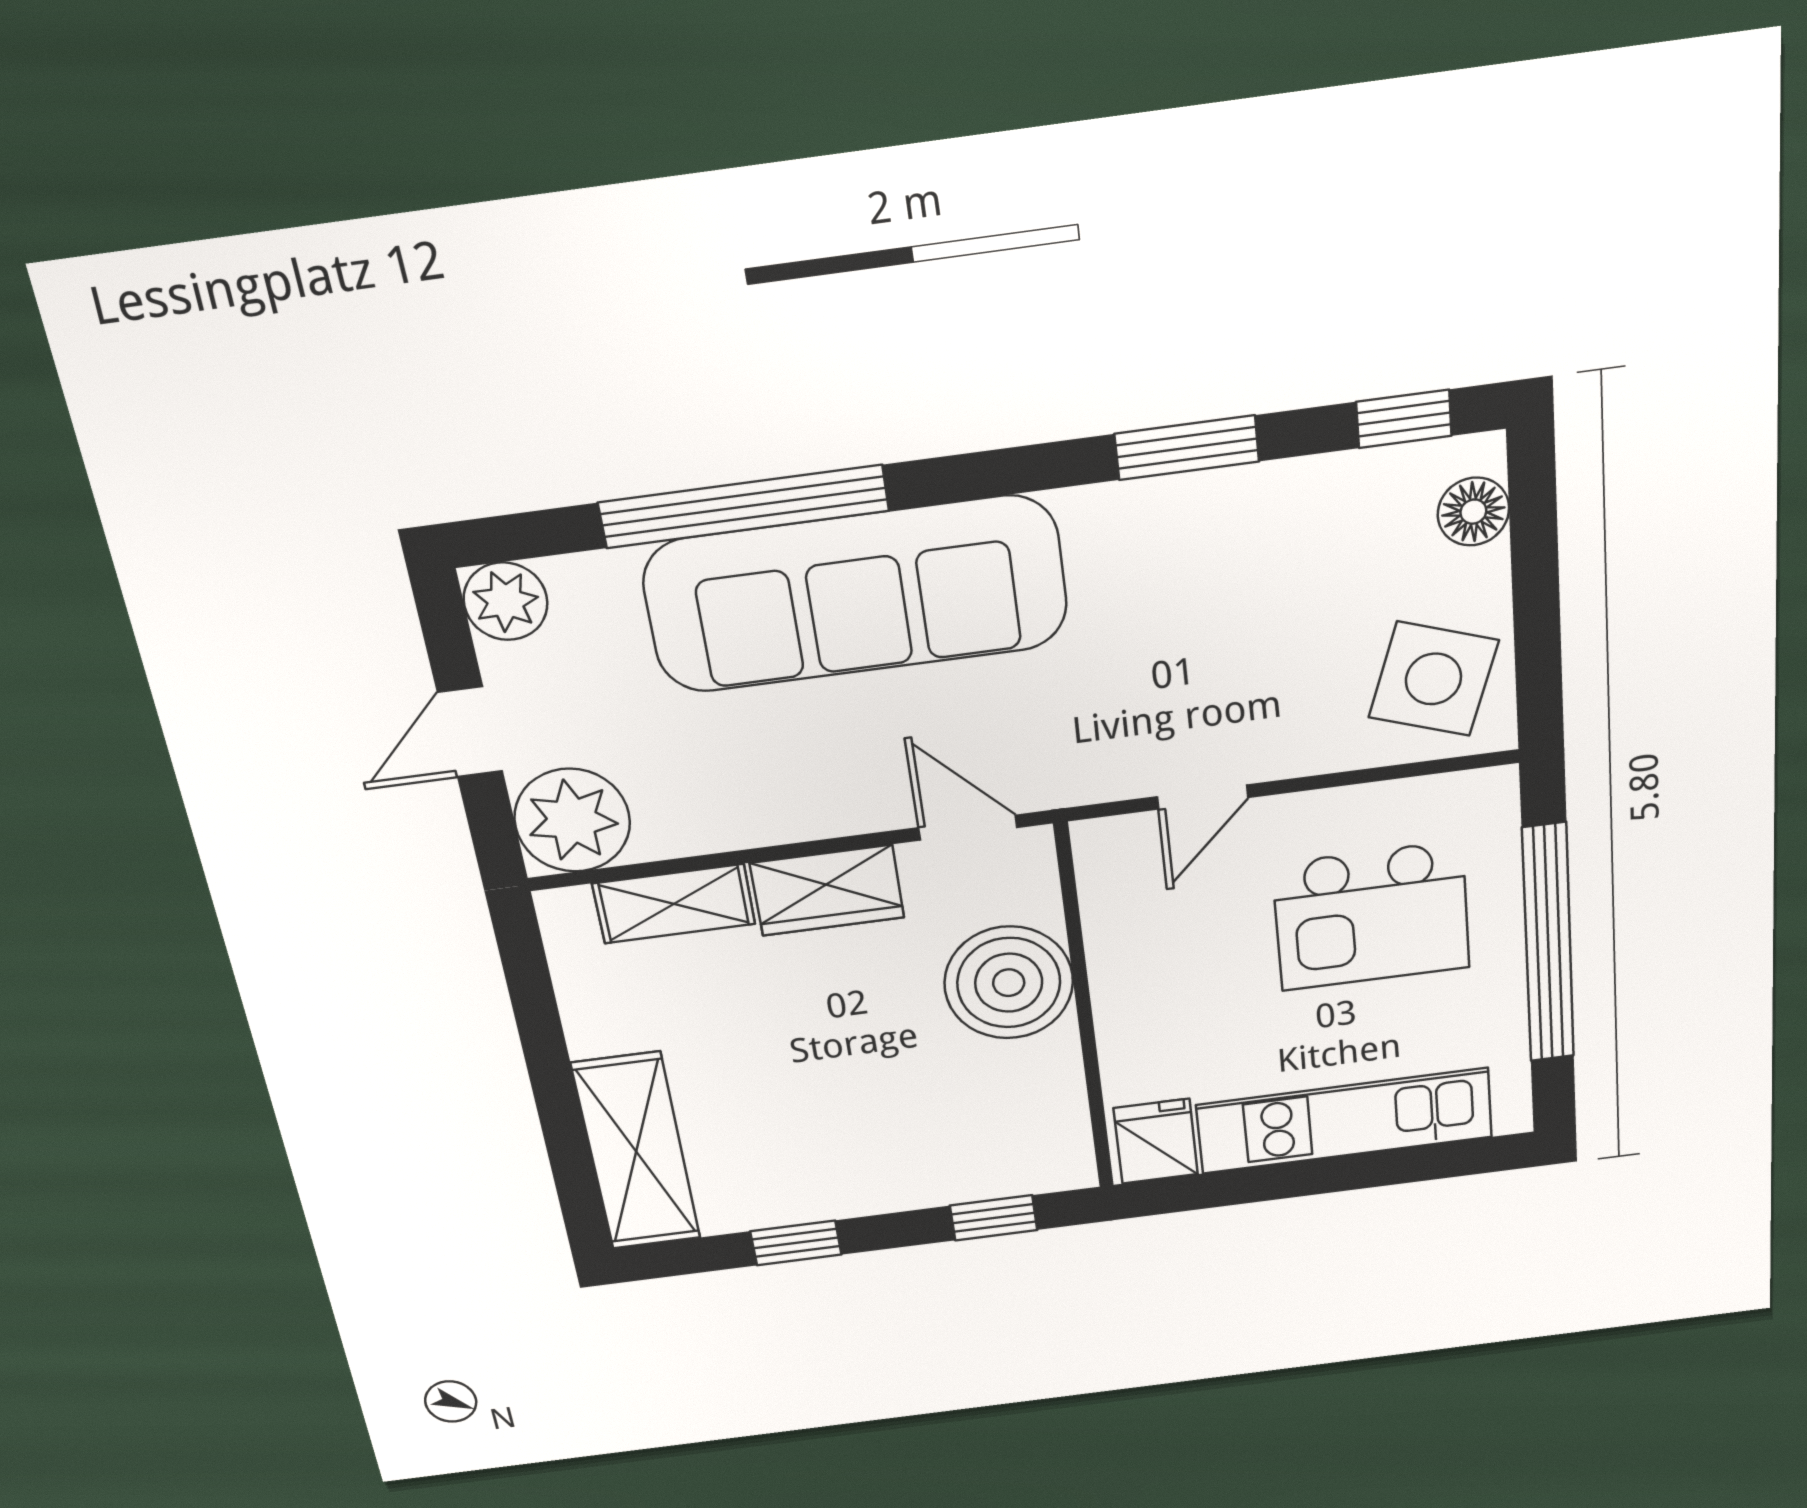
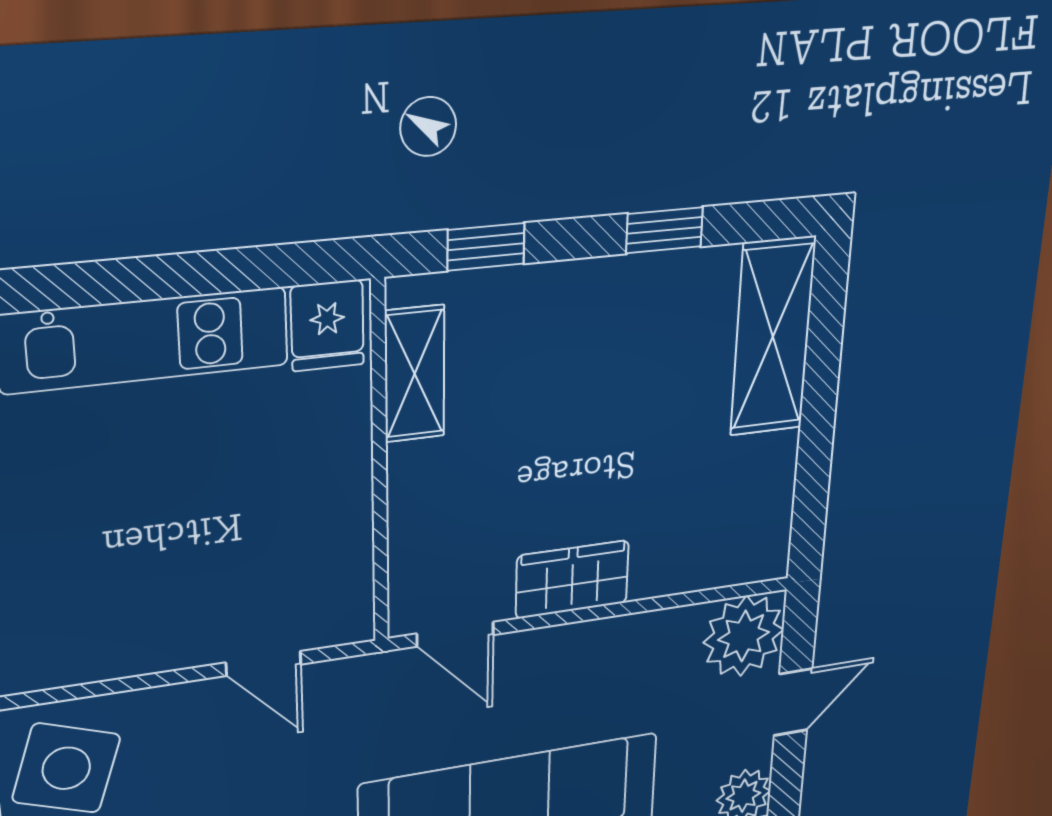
door: (1202, 797) -> (263, 663), swing flipped
shelving: (674, 904) -> (415, 374), moved, turned 90
kitchen island: (1371, 916) -> (118, 556), removed
boiler: (1009, 983) -> (441, 494), removed

